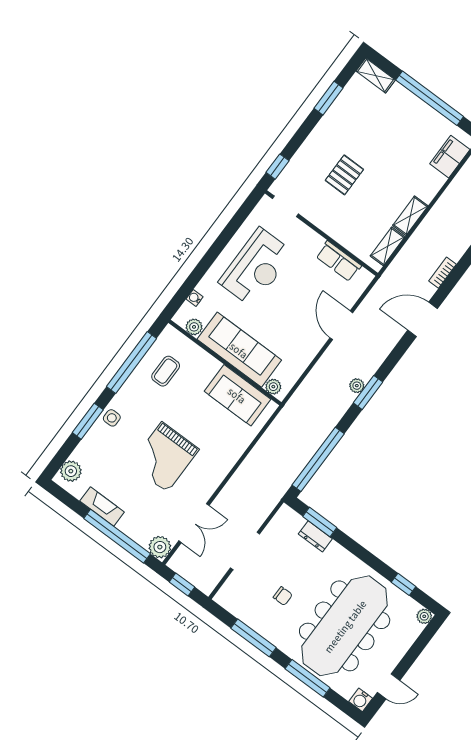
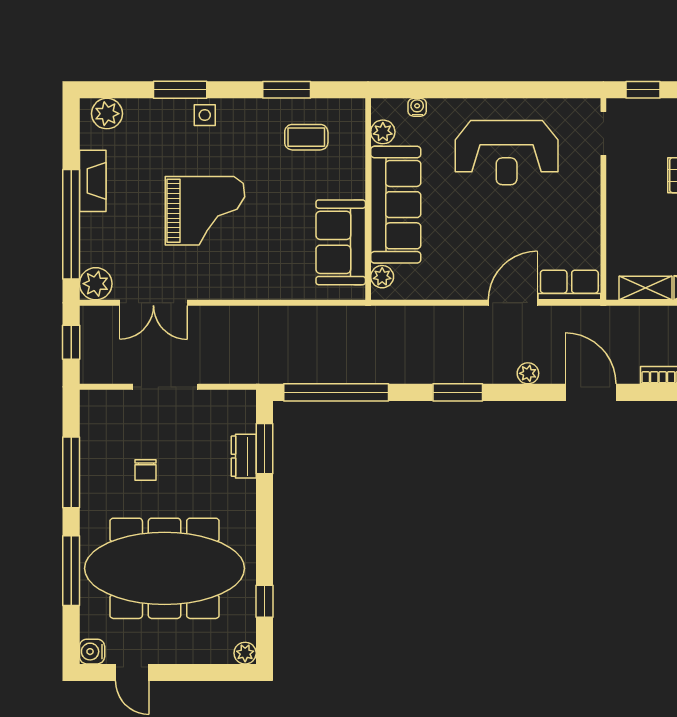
row of seats: (339, 261) -> (569, 285), moved, turned 90
window: (131, 363) -> (287, 90), width x0.47
plant: (357, 386) -> (528, 373), moved
grand piano: (165, 457) -> (205, 211), turned 180

